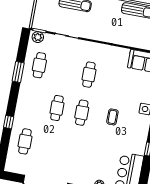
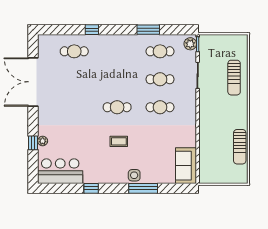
cafe table: (57, 108) -> (160, 79), moved

